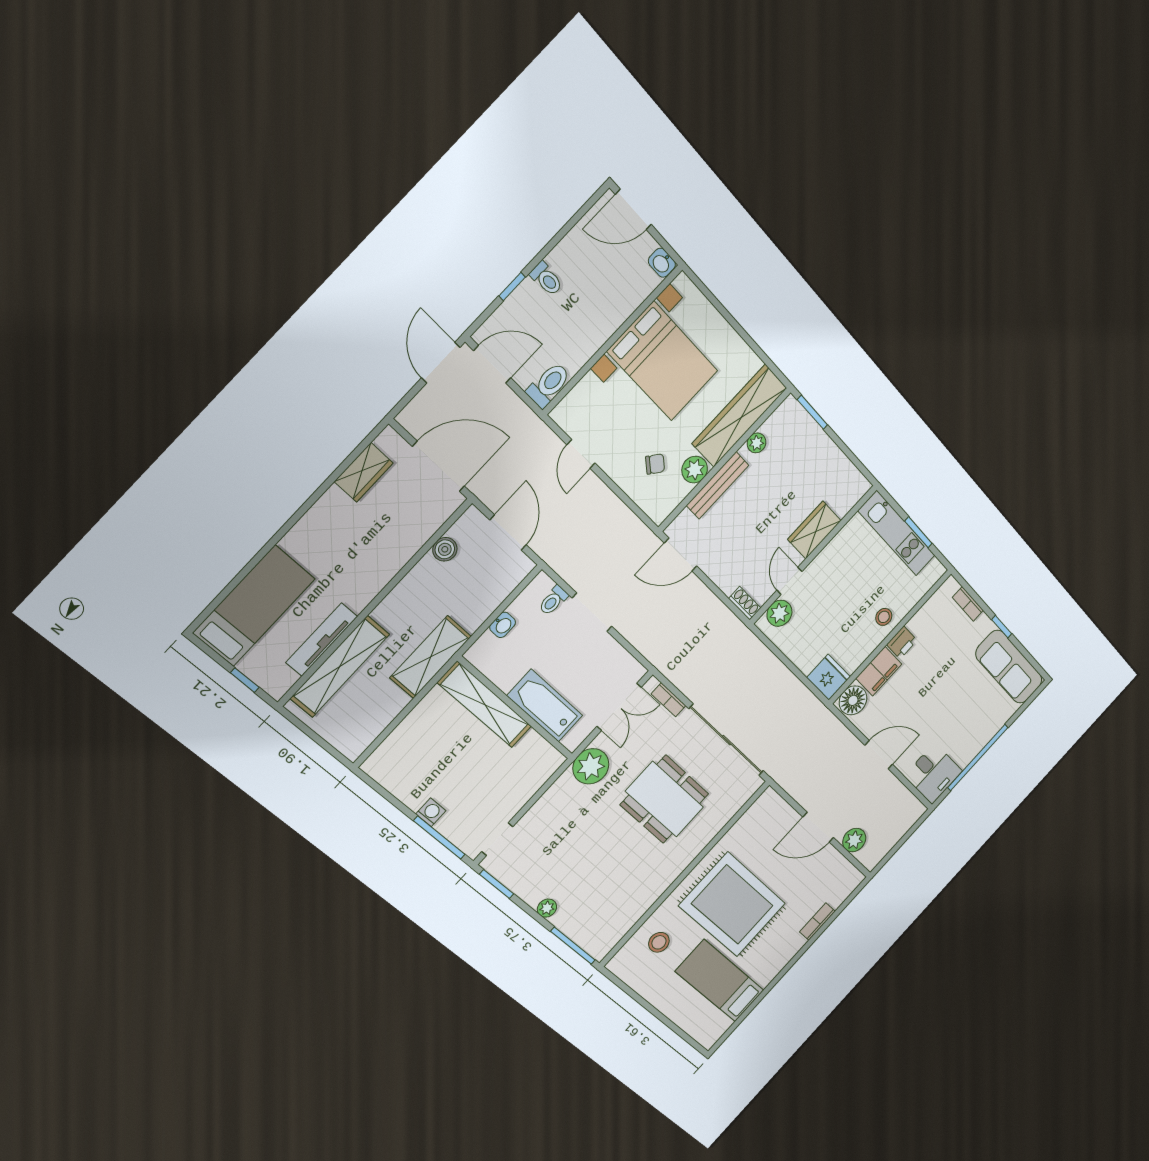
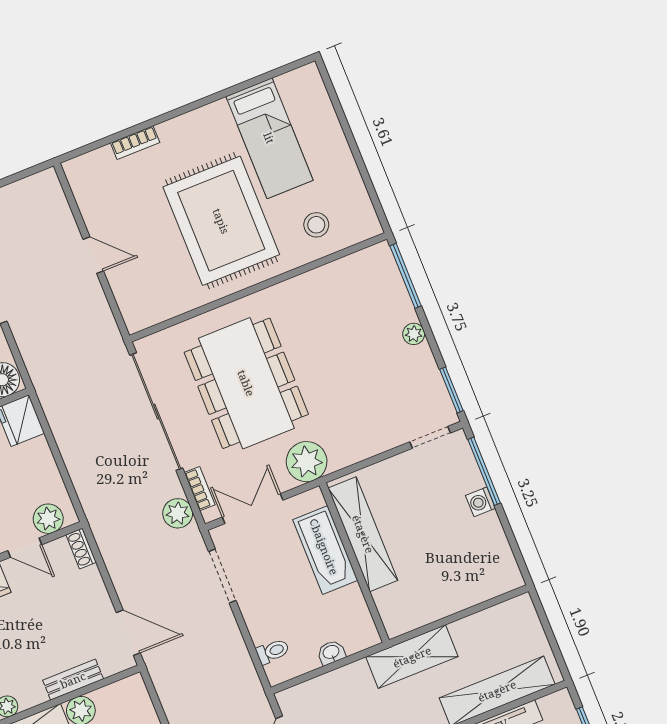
bench: (718, 485) -> (73, 680), width x0.73
door: (789, 581) -> (25, 548), hinge flipped
doorway: (592, 612) -> (222, 576), moved
shelving: (485, 705) -> (363, 534), moved
dining table: (665, 799) -> (246, 383), width x1.36, depth x1.24
door: (818, 827) -> (93, 255), width x0.73
plant: (854, 840) -> (178, 513), moved

